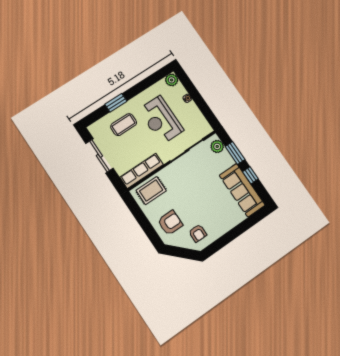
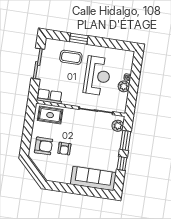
plant: (172, 80) -> (124, 86), moved
reception desk: (161, 120) -> (97, 76), turned 180
row of seats: (142, 171) -> (49, 96), width x0.68
sofa: (242, 190) -> (93, 178), moved, turned 90
armchair: (198, 233) -> (64, 149), moved

